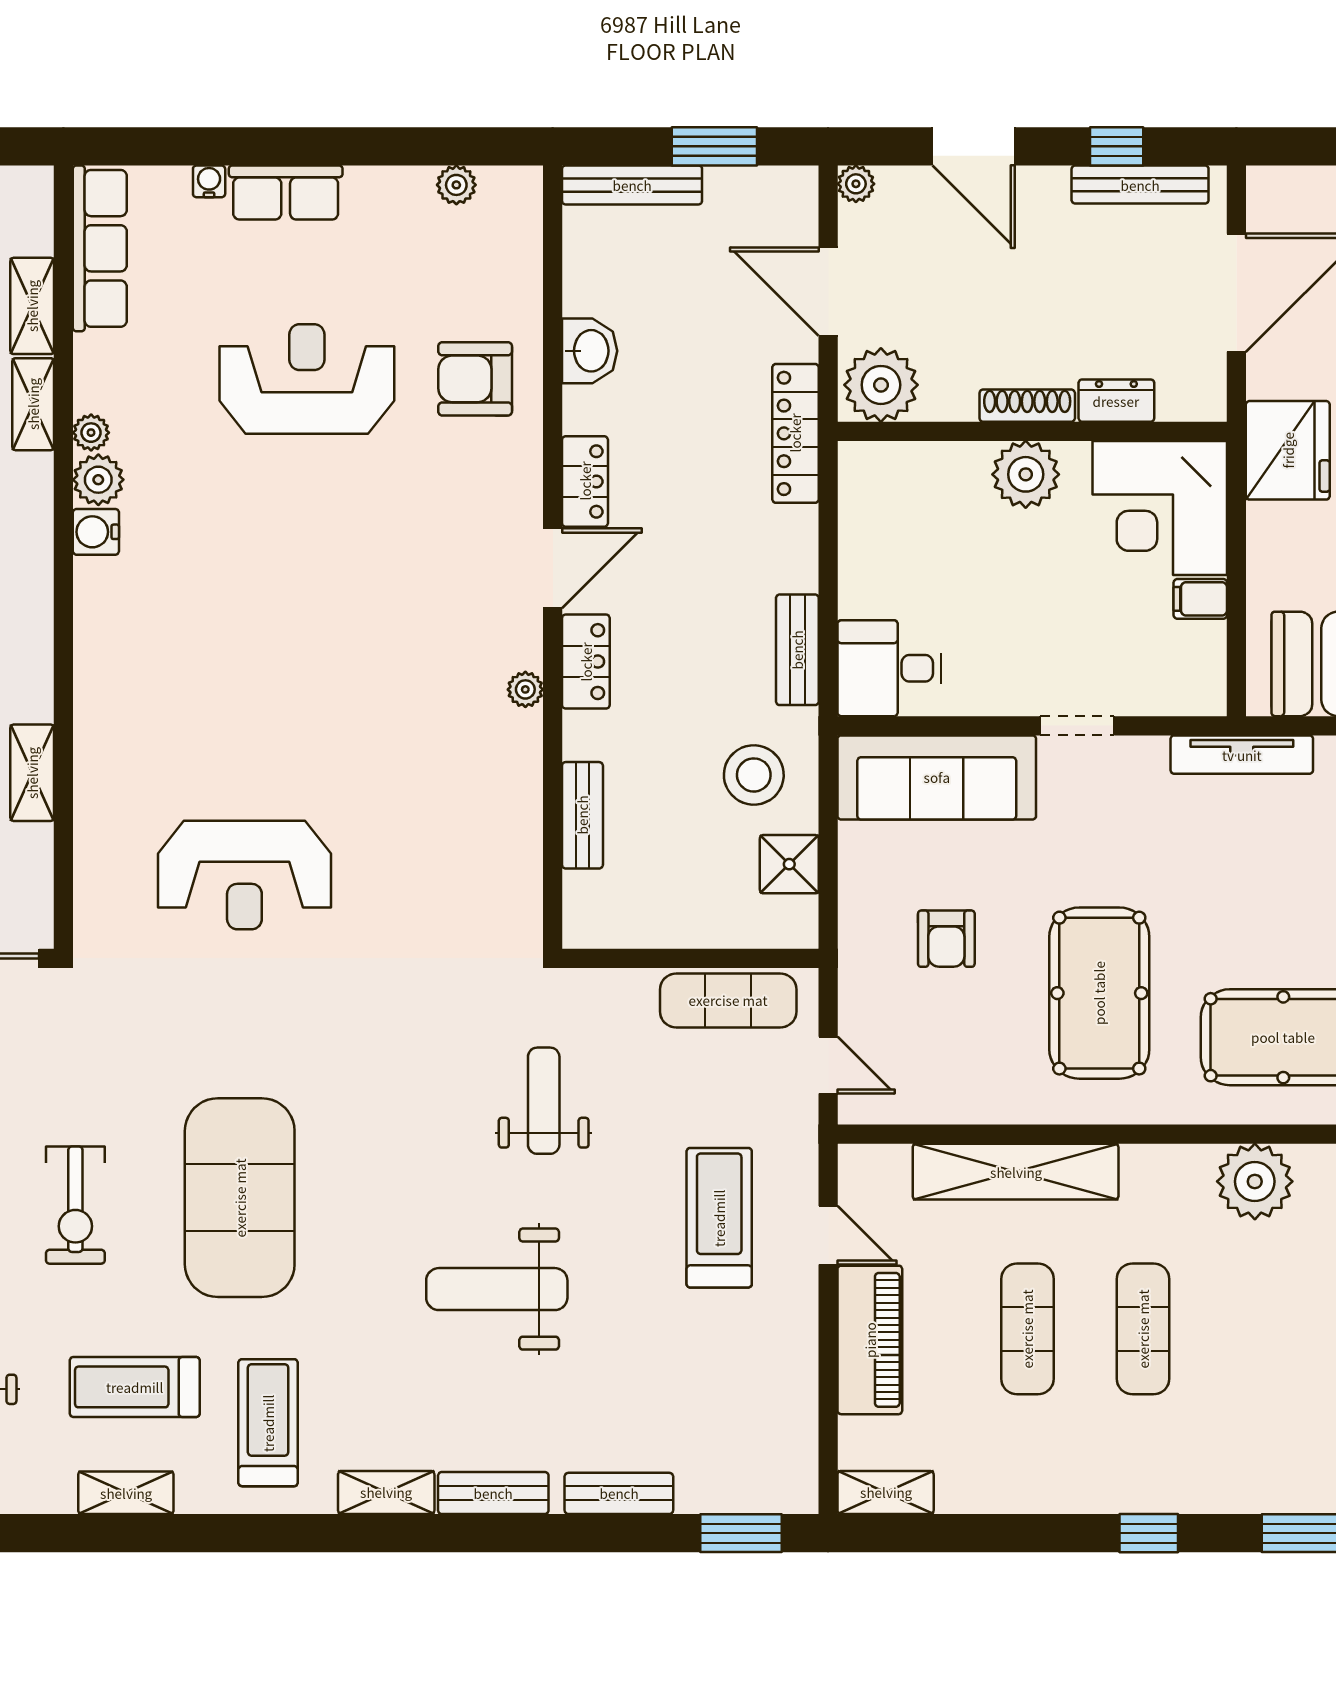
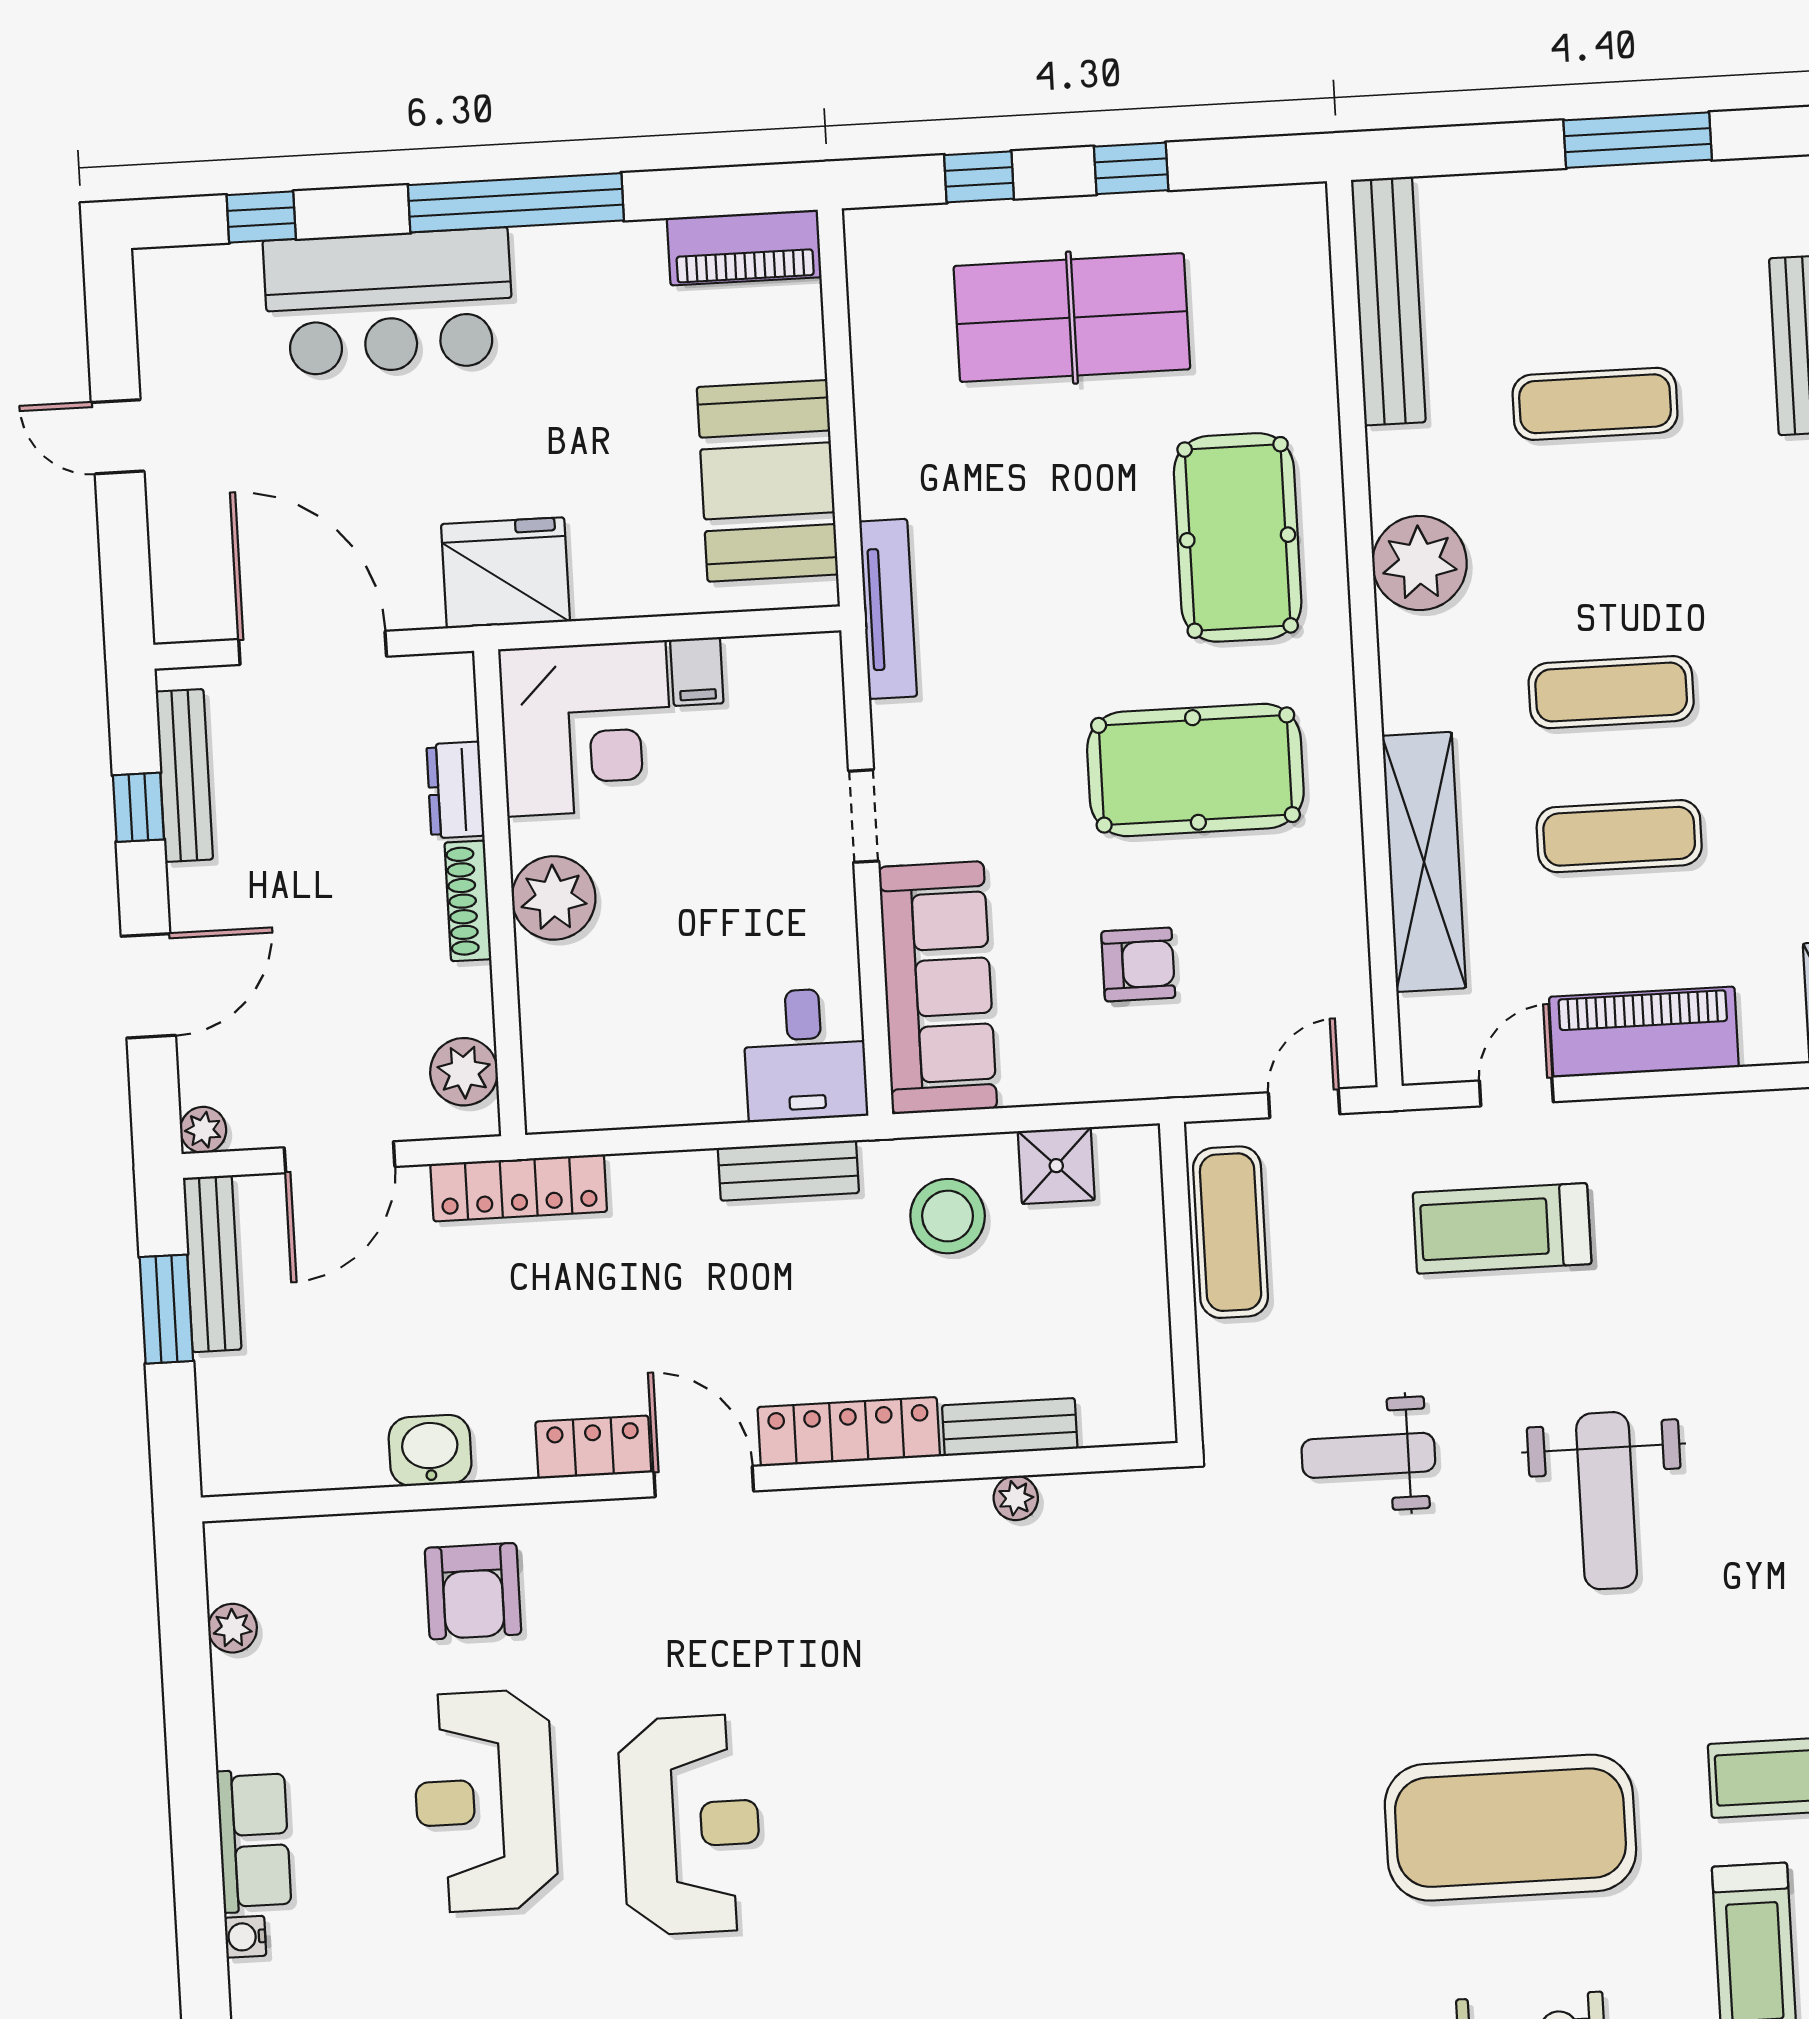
bench: (632, 185) -> (212, 1264), moved
plant: (881, 385) -> (464, 1072), width x0.73, depth x0.73
locker: (586, 662) -> (849, 1432), width x1.53
plant: (525, 689) -> (1016, 1498), moved
reception desk: (244, 875) -> (690, 1825), moved

